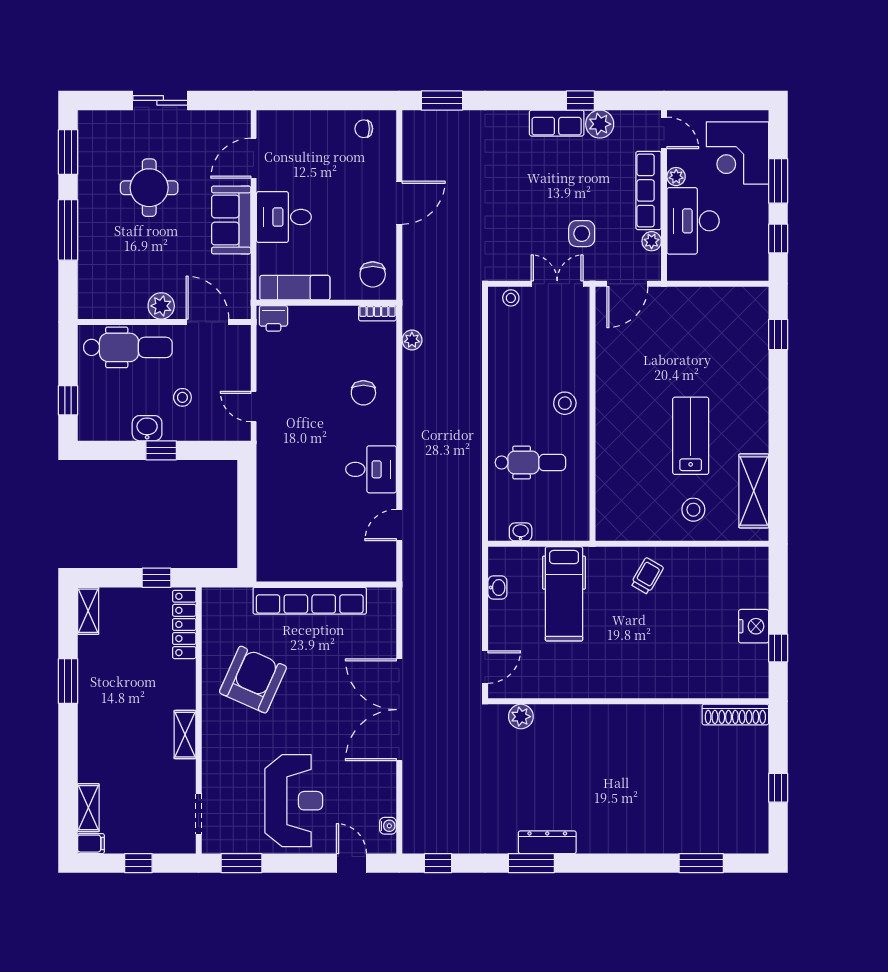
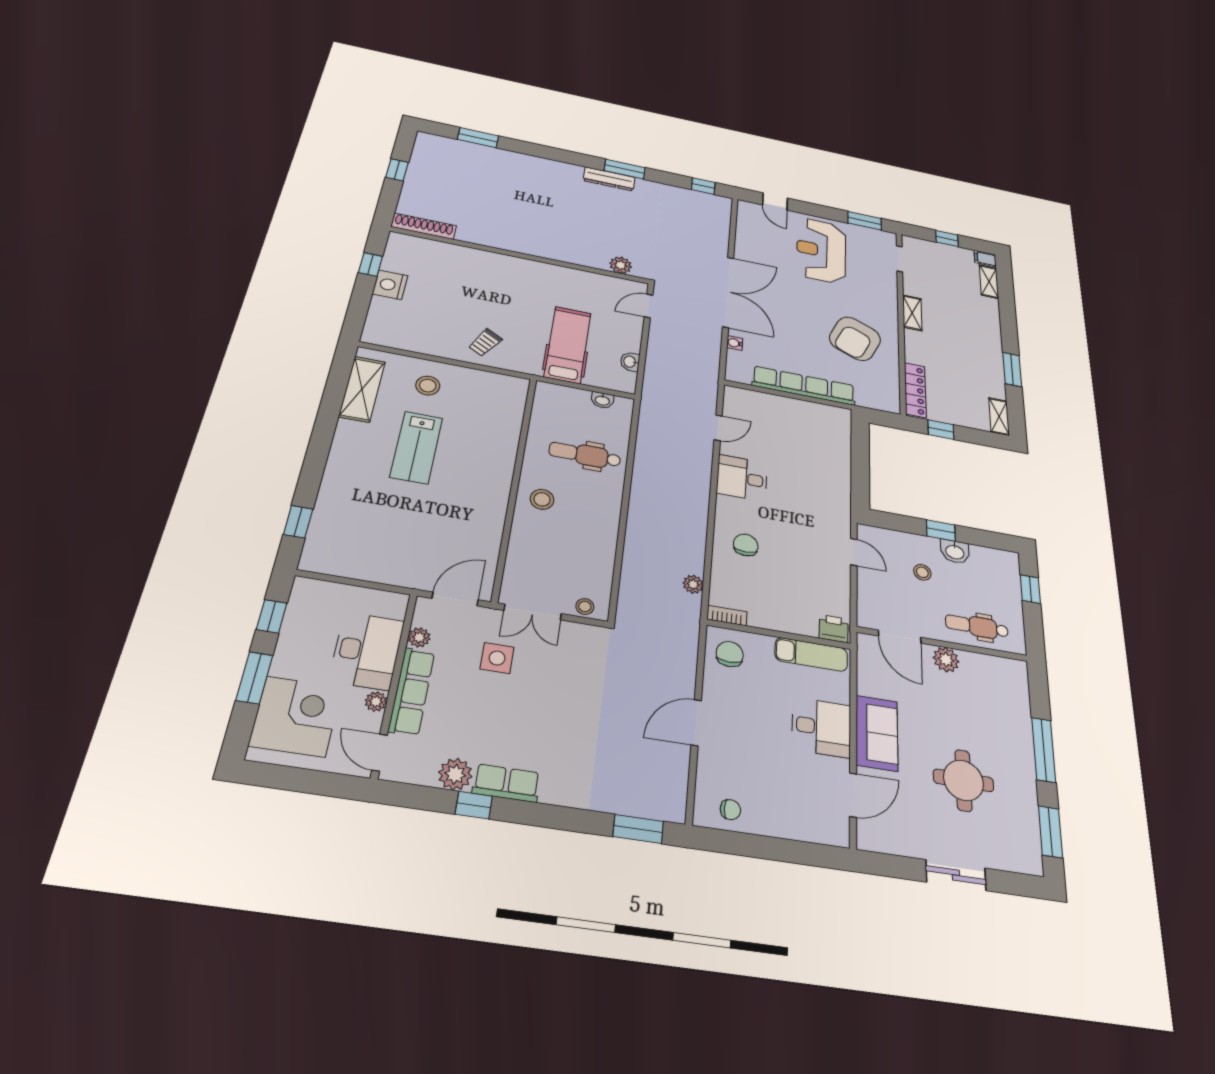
dental chair: (128, 347) -> (977, 626), width x0.73, depth x0.72
water cooler: (388, 826) -> (735, 343), moved

